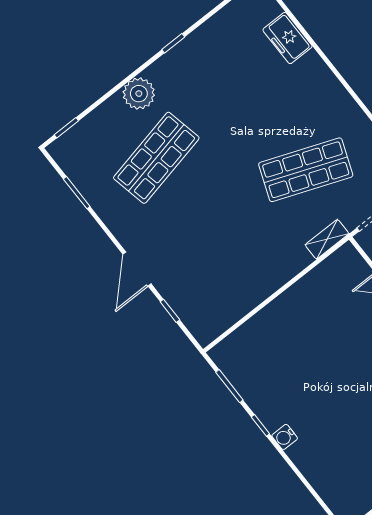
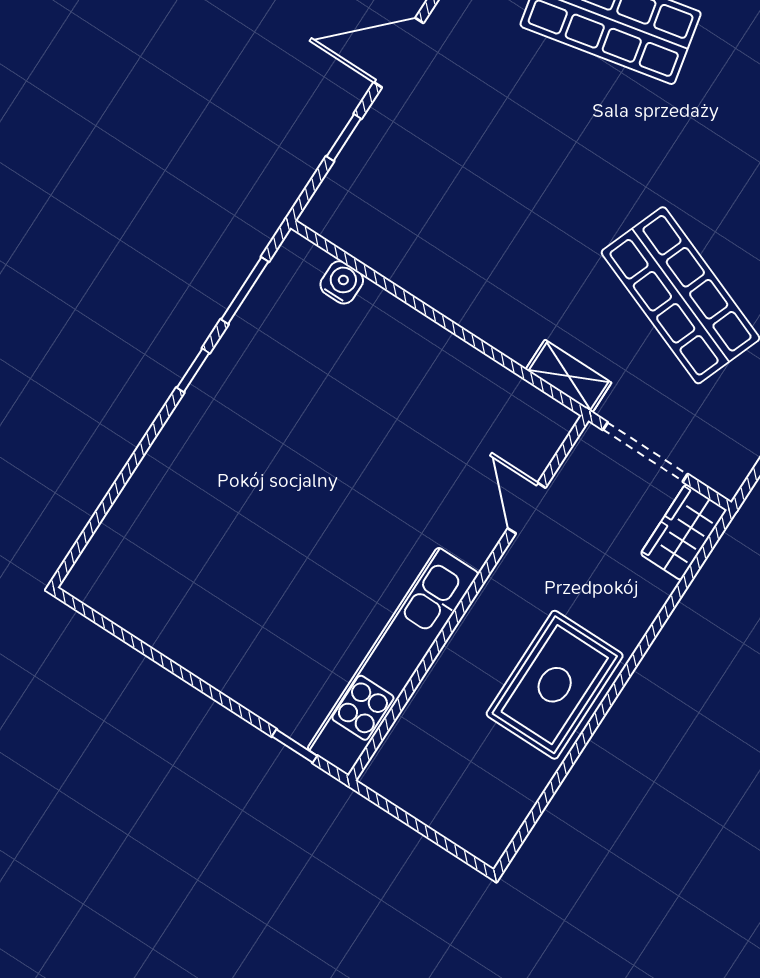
water cooler: (285, 437) -> (342, 282), moved, turned 90

